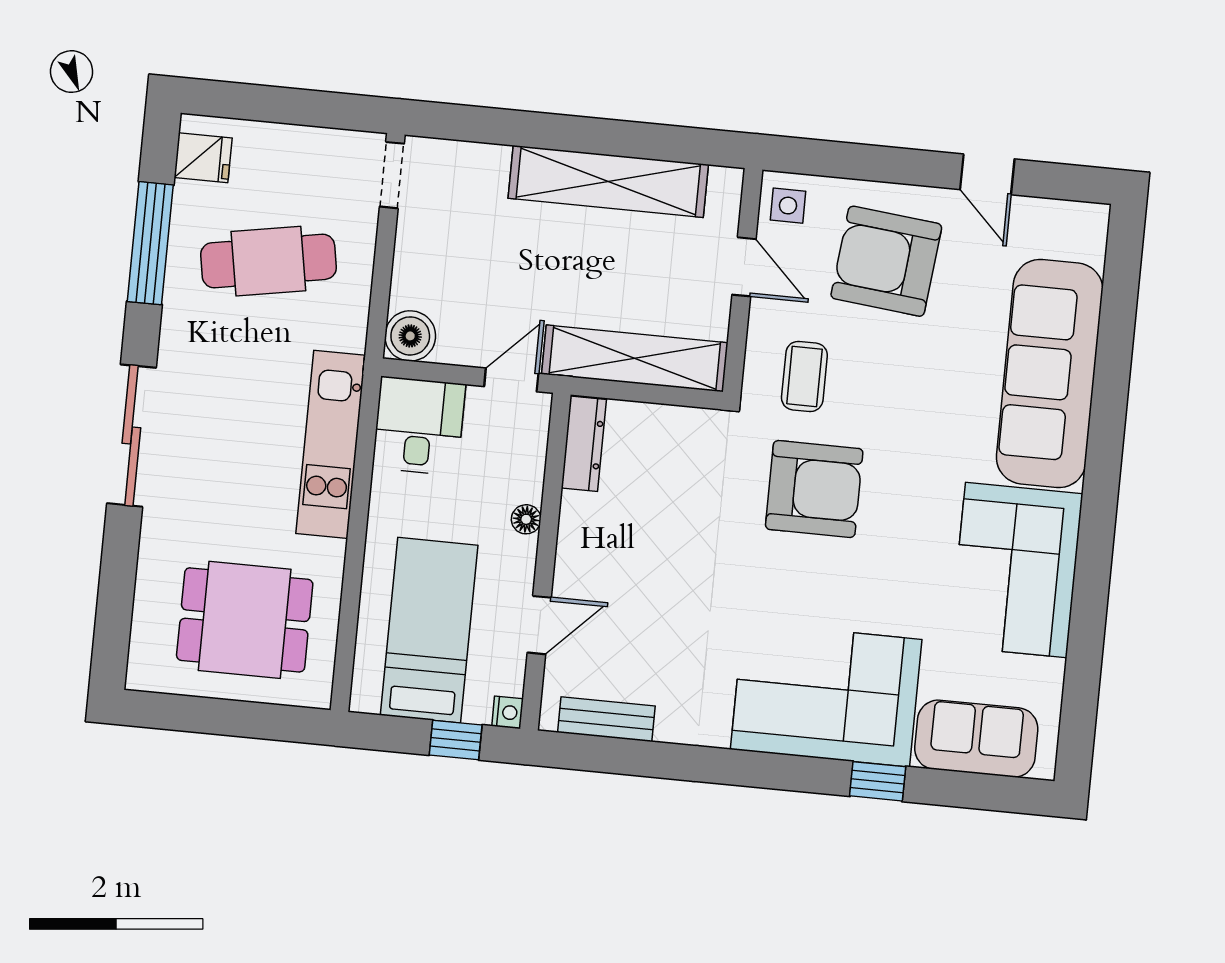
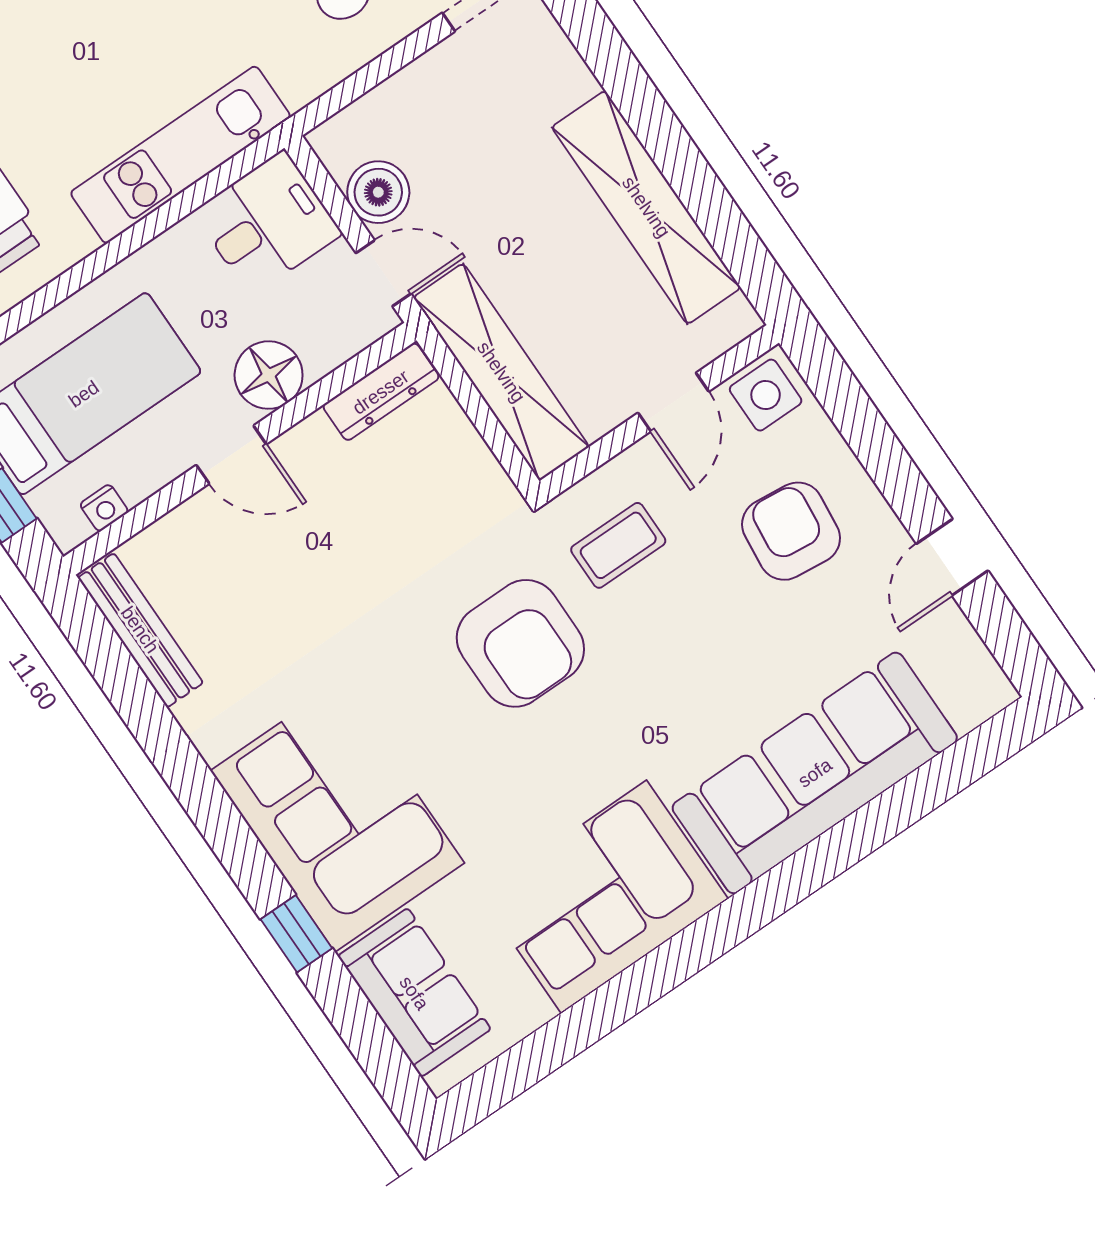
side table: (788, 206) -> (766, 395), width x1.37, depth x1.37
armchair: (886, 261) -> (791, 531), width x0.73, depth x0.73
boiler: (410, 336) -> (378, 192), moved
floor lamp: (526, 519) -> (269, 375), width x1.89, depth x1.89
door: (539, 625) -> (231, 455), moved
nightstand: (508, 712) -> (104, 508), moved
bench: (606, 719) -> (140, 630), width x1.36

